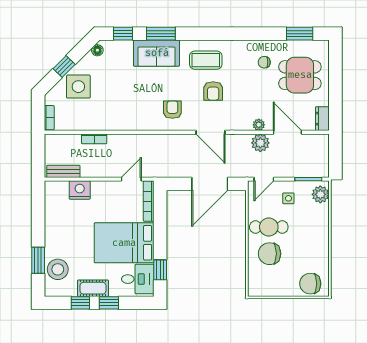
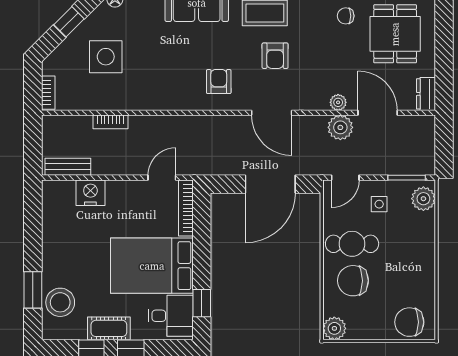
dining table: (300, 75) -> (395, 34), turned 90
side table: (78, 87) -> (106, 57), moved
plant: (256, 288) -> (334, 328), added

